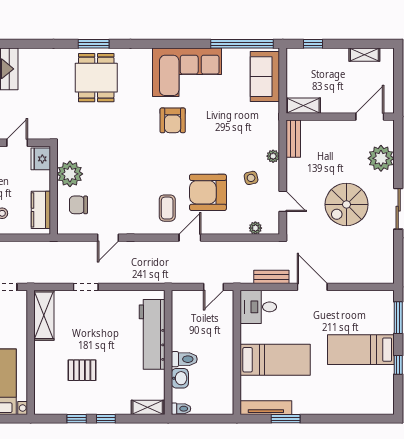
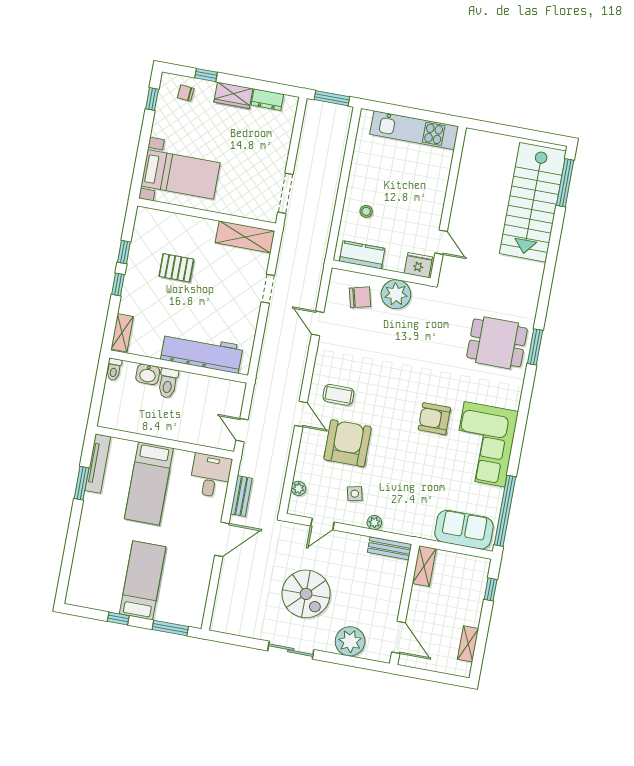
spiral stairs: (347, 204) -> (306, 594), turned 180
chair: (78, 205) -> (360, 297), turned 76
pallet: (82, 370) -> (176, 268), turned 90

